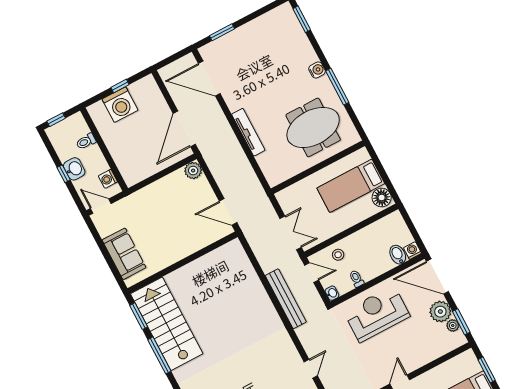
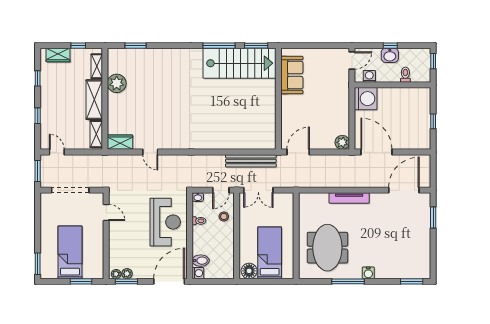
washing machine: (120, 105) -> (366, 99), moved, turned 180
sofa: (124, 254) -> (292, 75), moved, turned -90
bench: (286, 299) -> (251, 161), moved
plant: (440, 312) -> (116, 274), moved, width x0.53, depth x0.53

